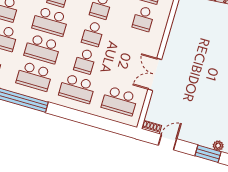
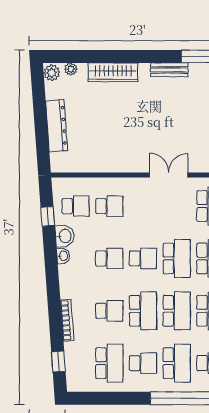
school desk: (85, 61) -> (177, 258), width x1.85
double door: (155, 74) -> (169, 175), swing flipped

